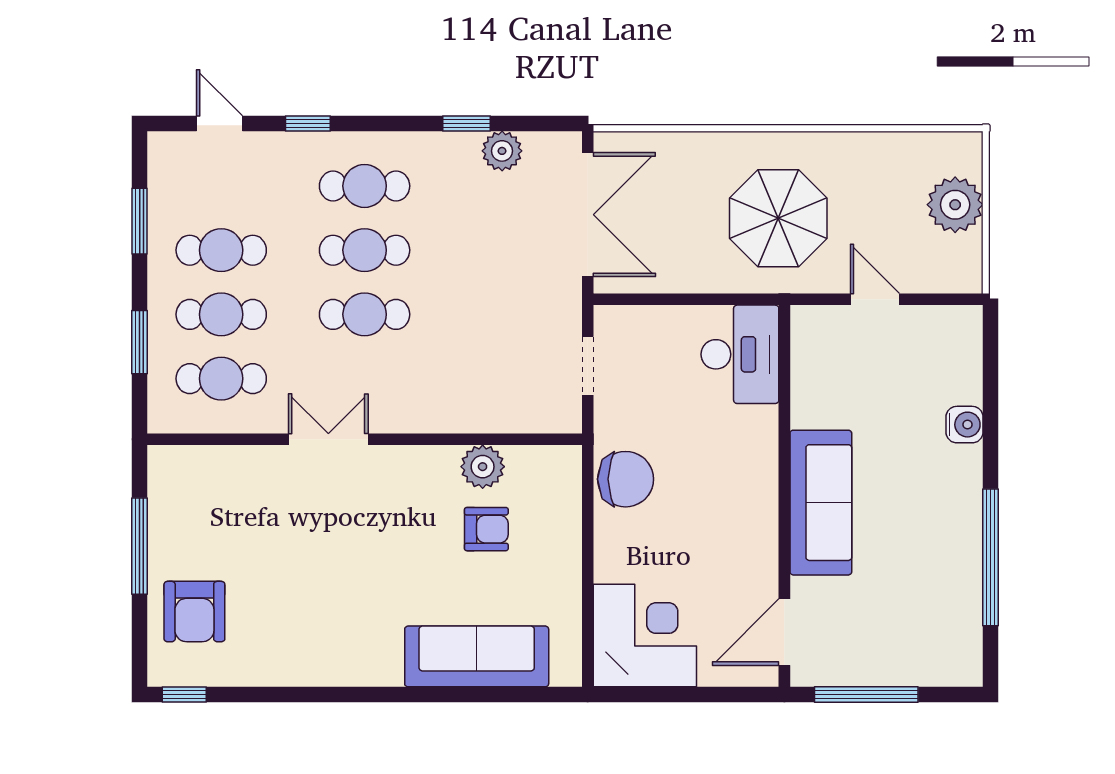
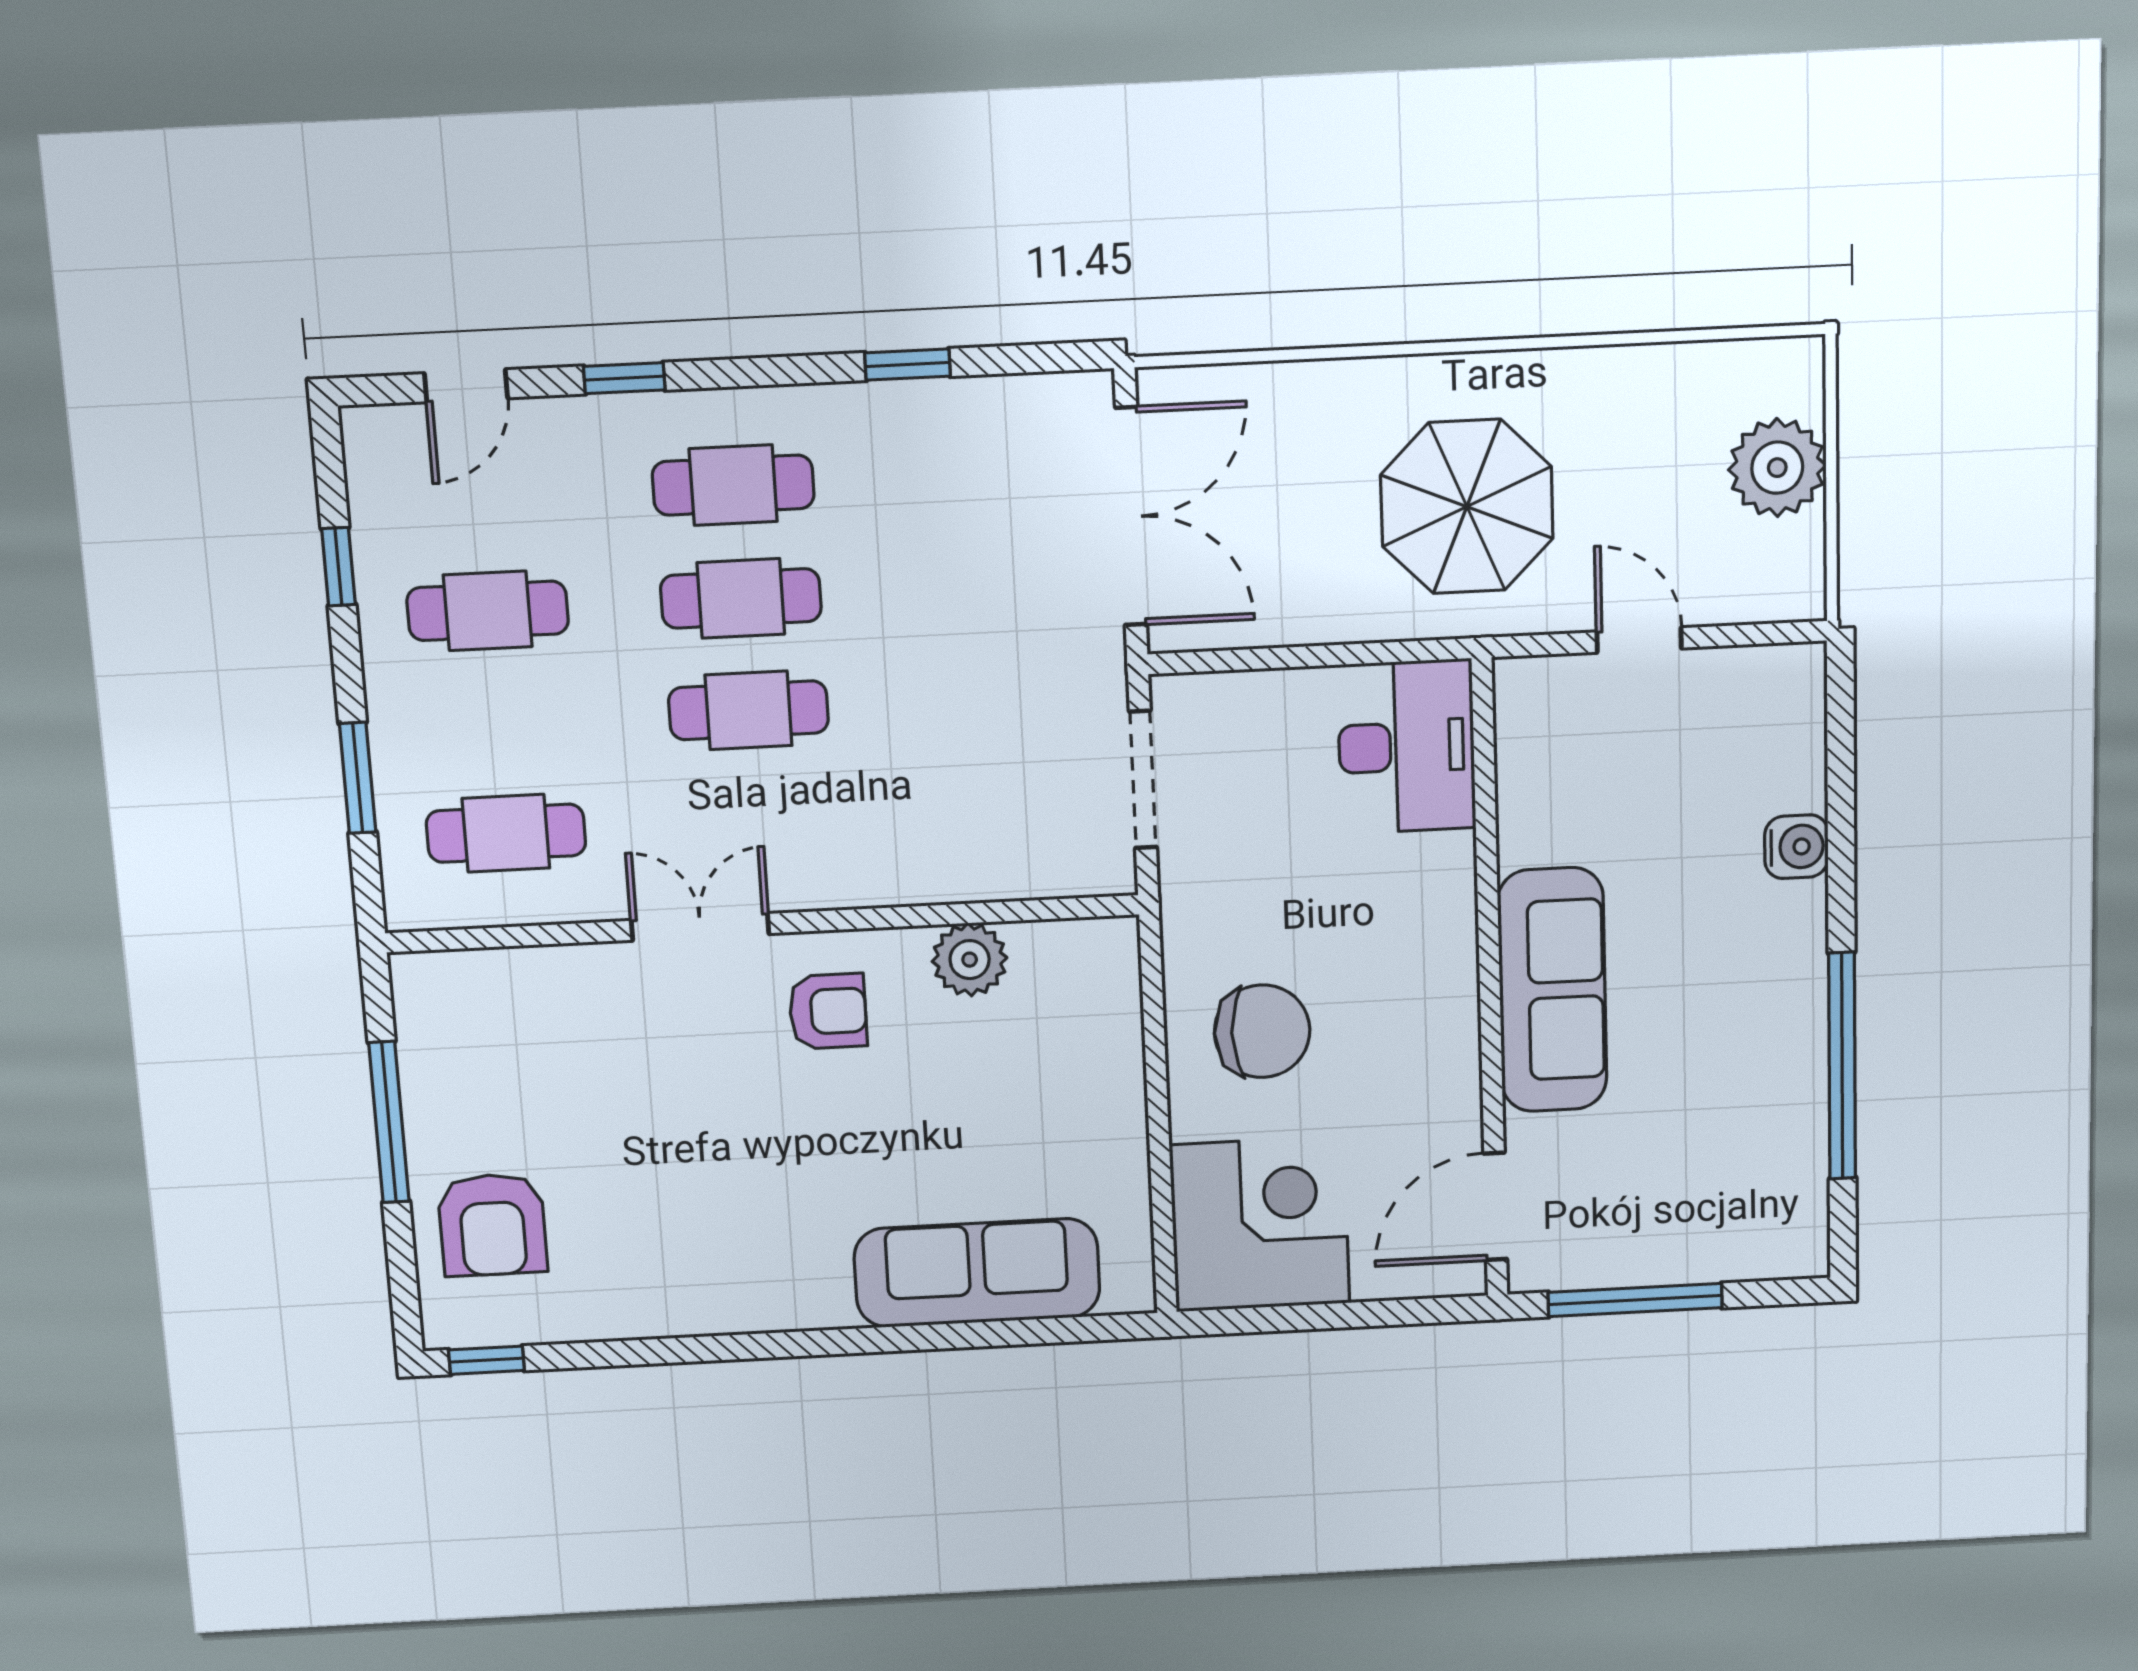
door: (220, 123) -> (466, 386), swing flipped
plant: (502, 151) -> (974, 411), removed
window: (140, 221) -> (338, 567), width x0.67
cafe table: (221, 314) -> (497, 723), removed
doorway: (588, 366) -> (1143, 780), width x1.38
chair: (626, 479) -> (1262, 1031), moved
armchair: (486, 529) -> (828, 1011), moved

